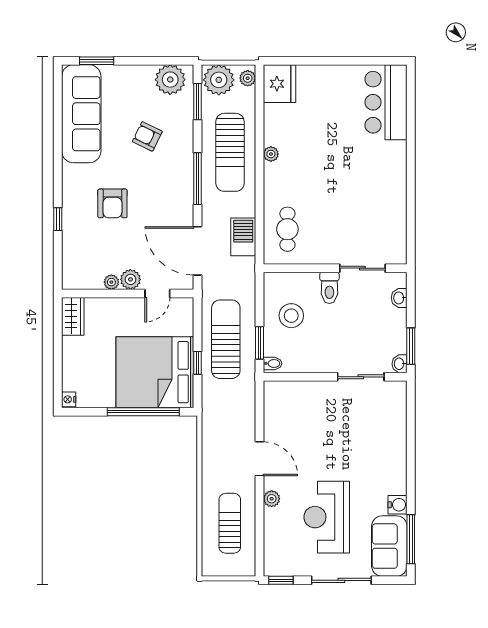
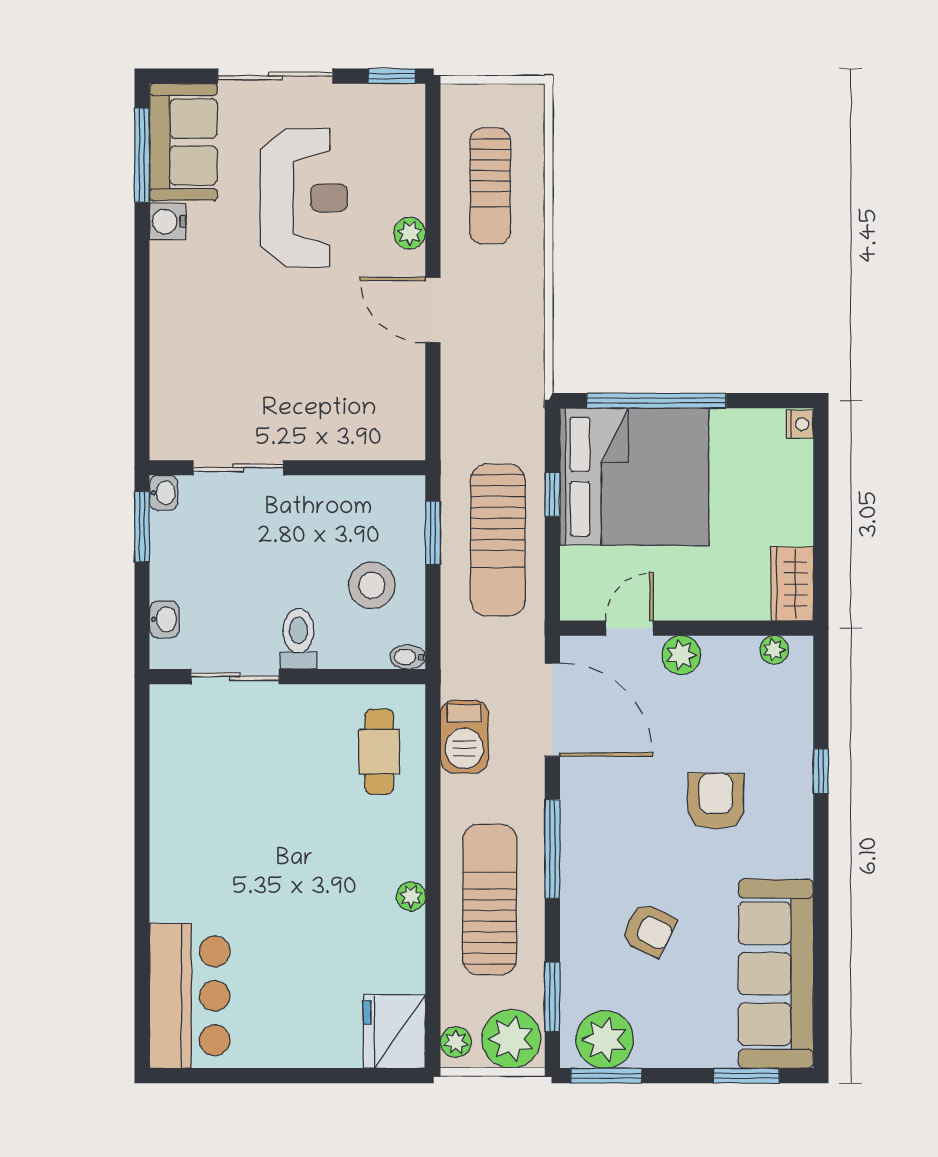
window: (169, 61) -> (606, 1076), added
plant: (111, 282) -> (774, 650), moved
bidet: (273, 363) -> (408, 657), moved

